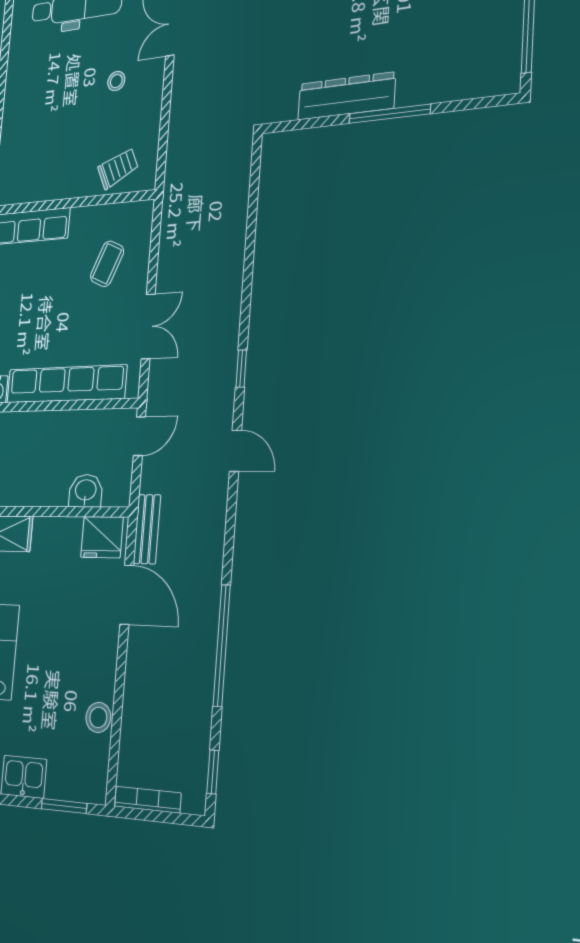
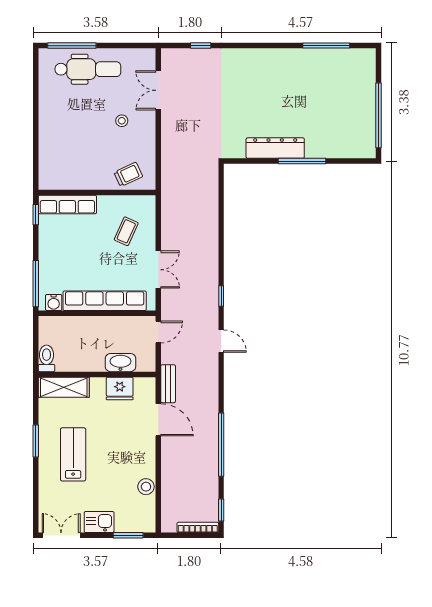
washbasin: (86, 491) -> (120, 363), width x1.38
fridge: (102, 537) -> (120, 389), moved
bookcase: (148, 800) -> (198, 527), moved

